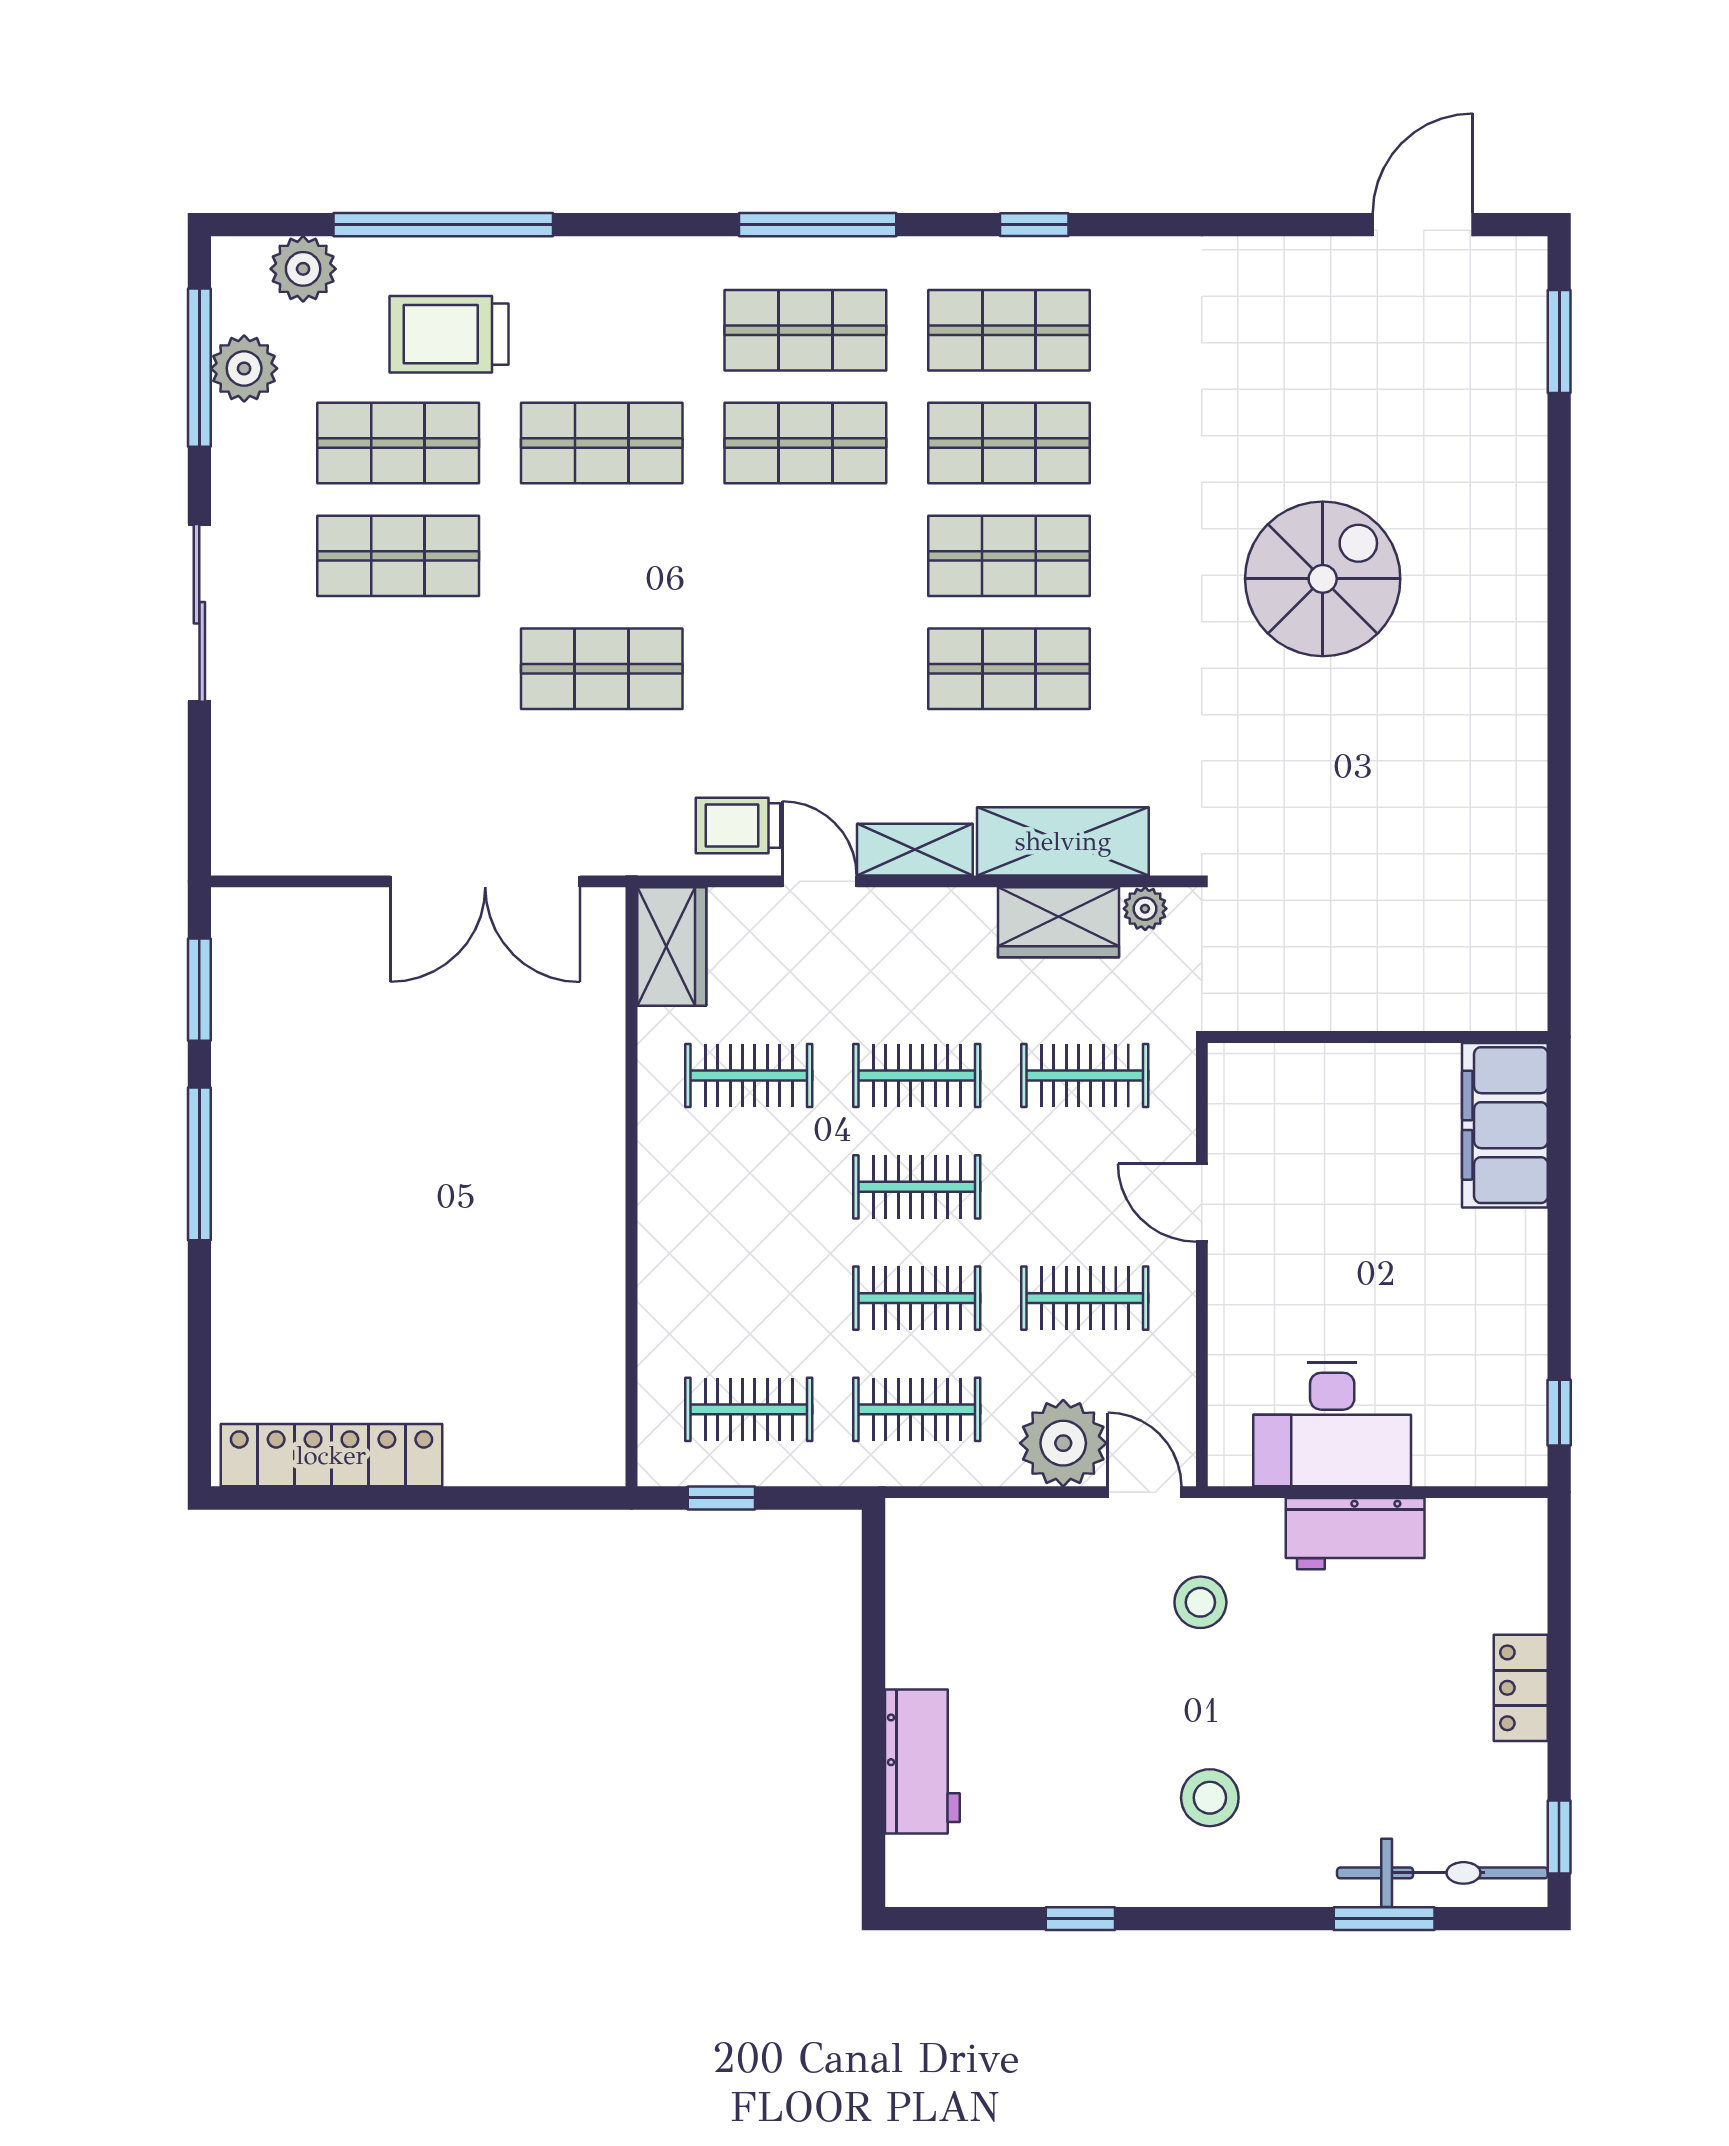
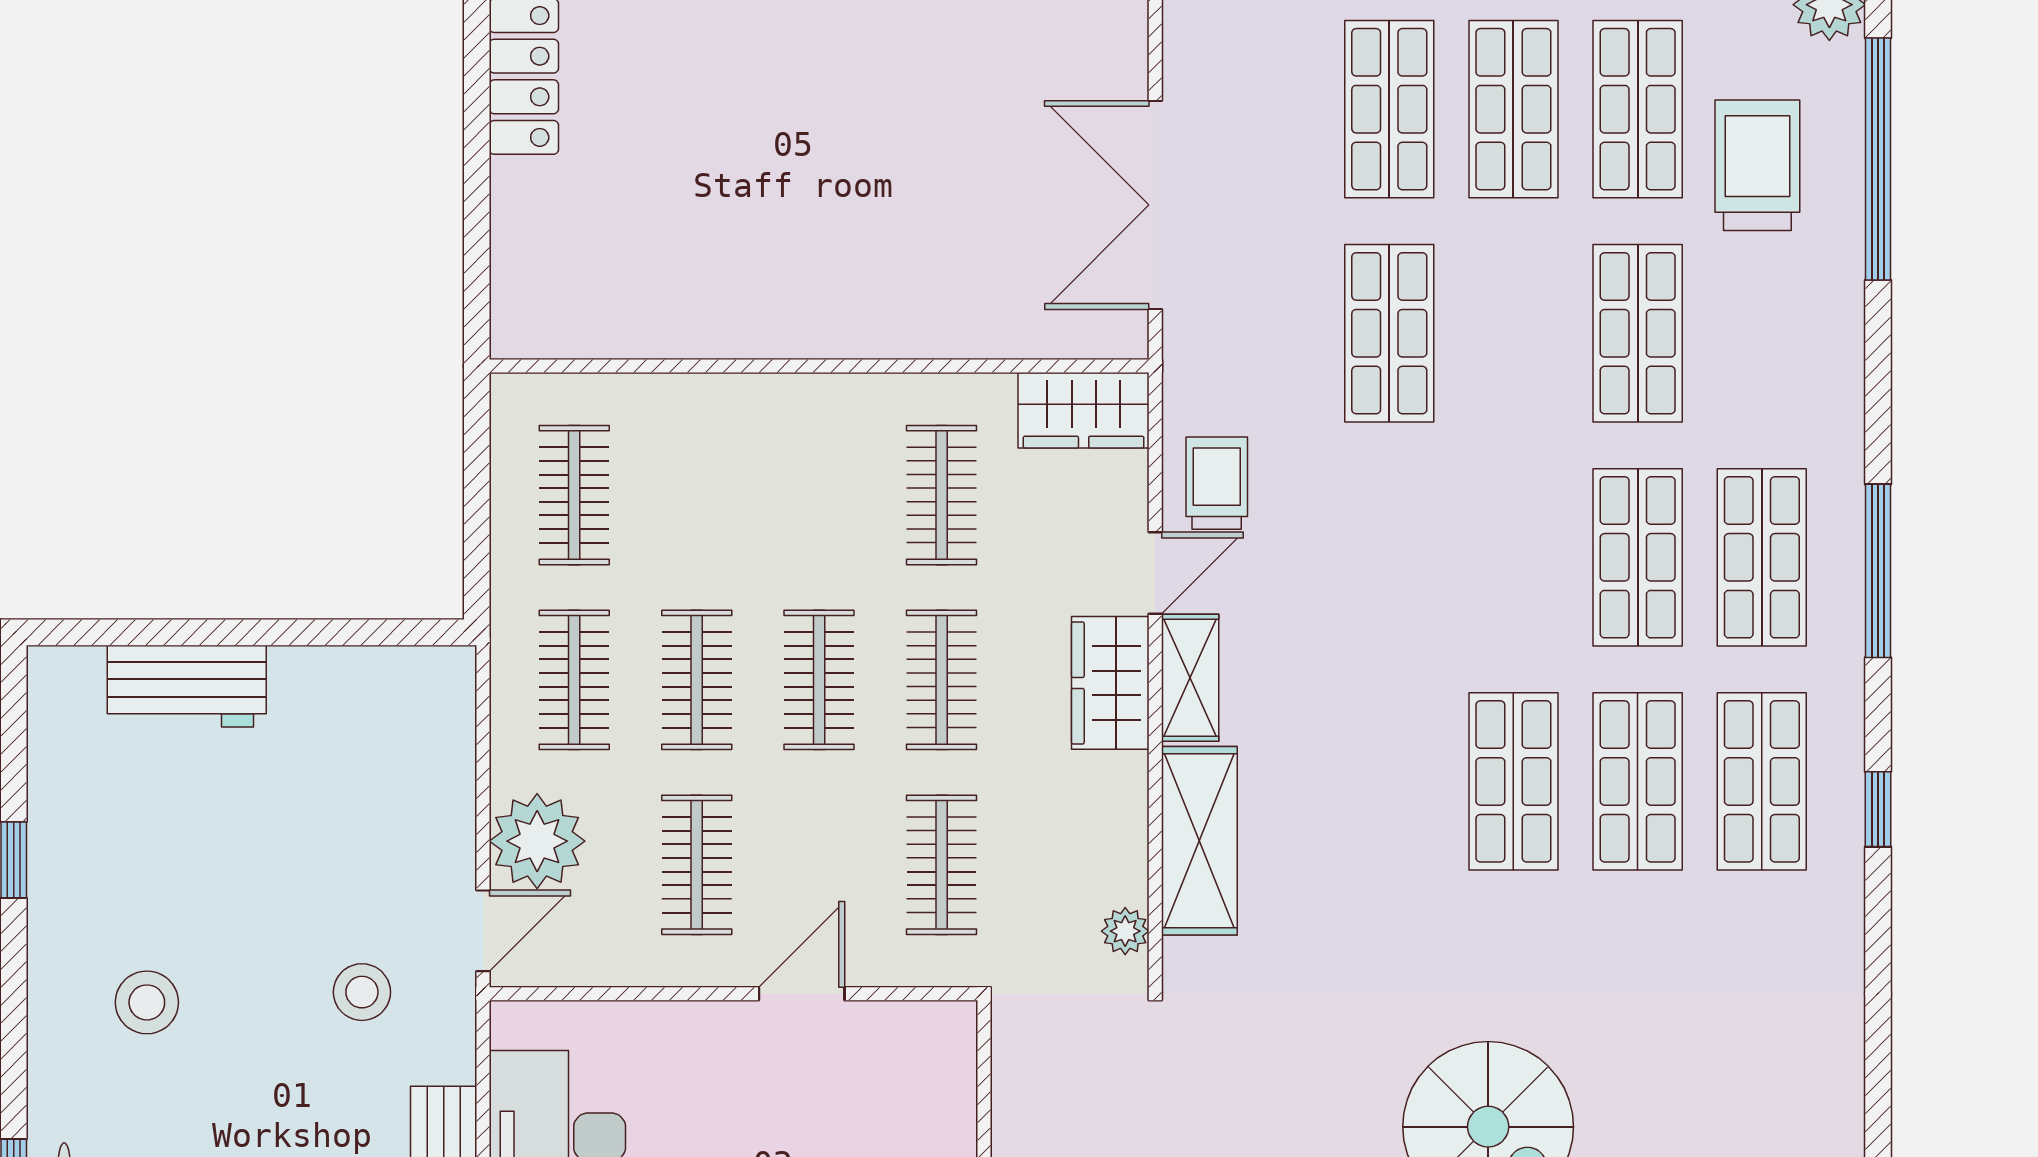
shop shelf: (1009, 669) -> (1389, 109), moved
wardrobe: (1058, 922) -> (1110, 683), moved
window: (721, 1498) -> (477, 465), removed

